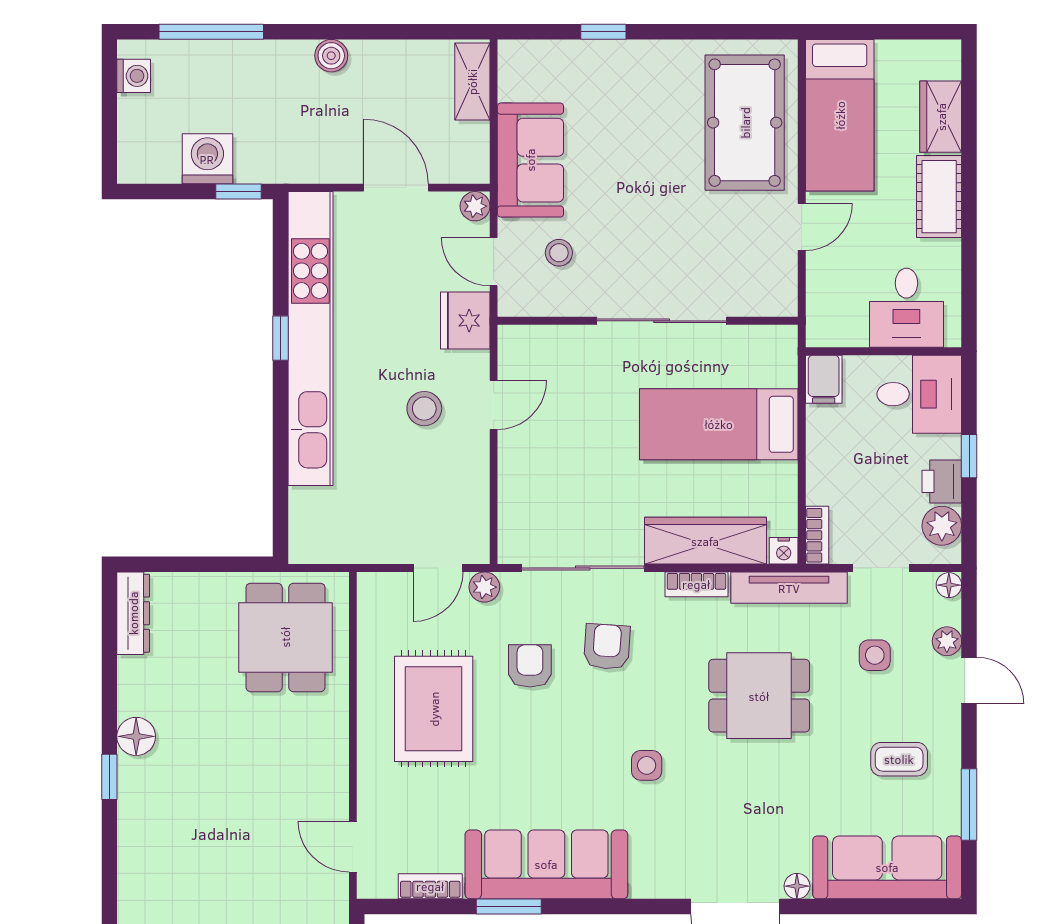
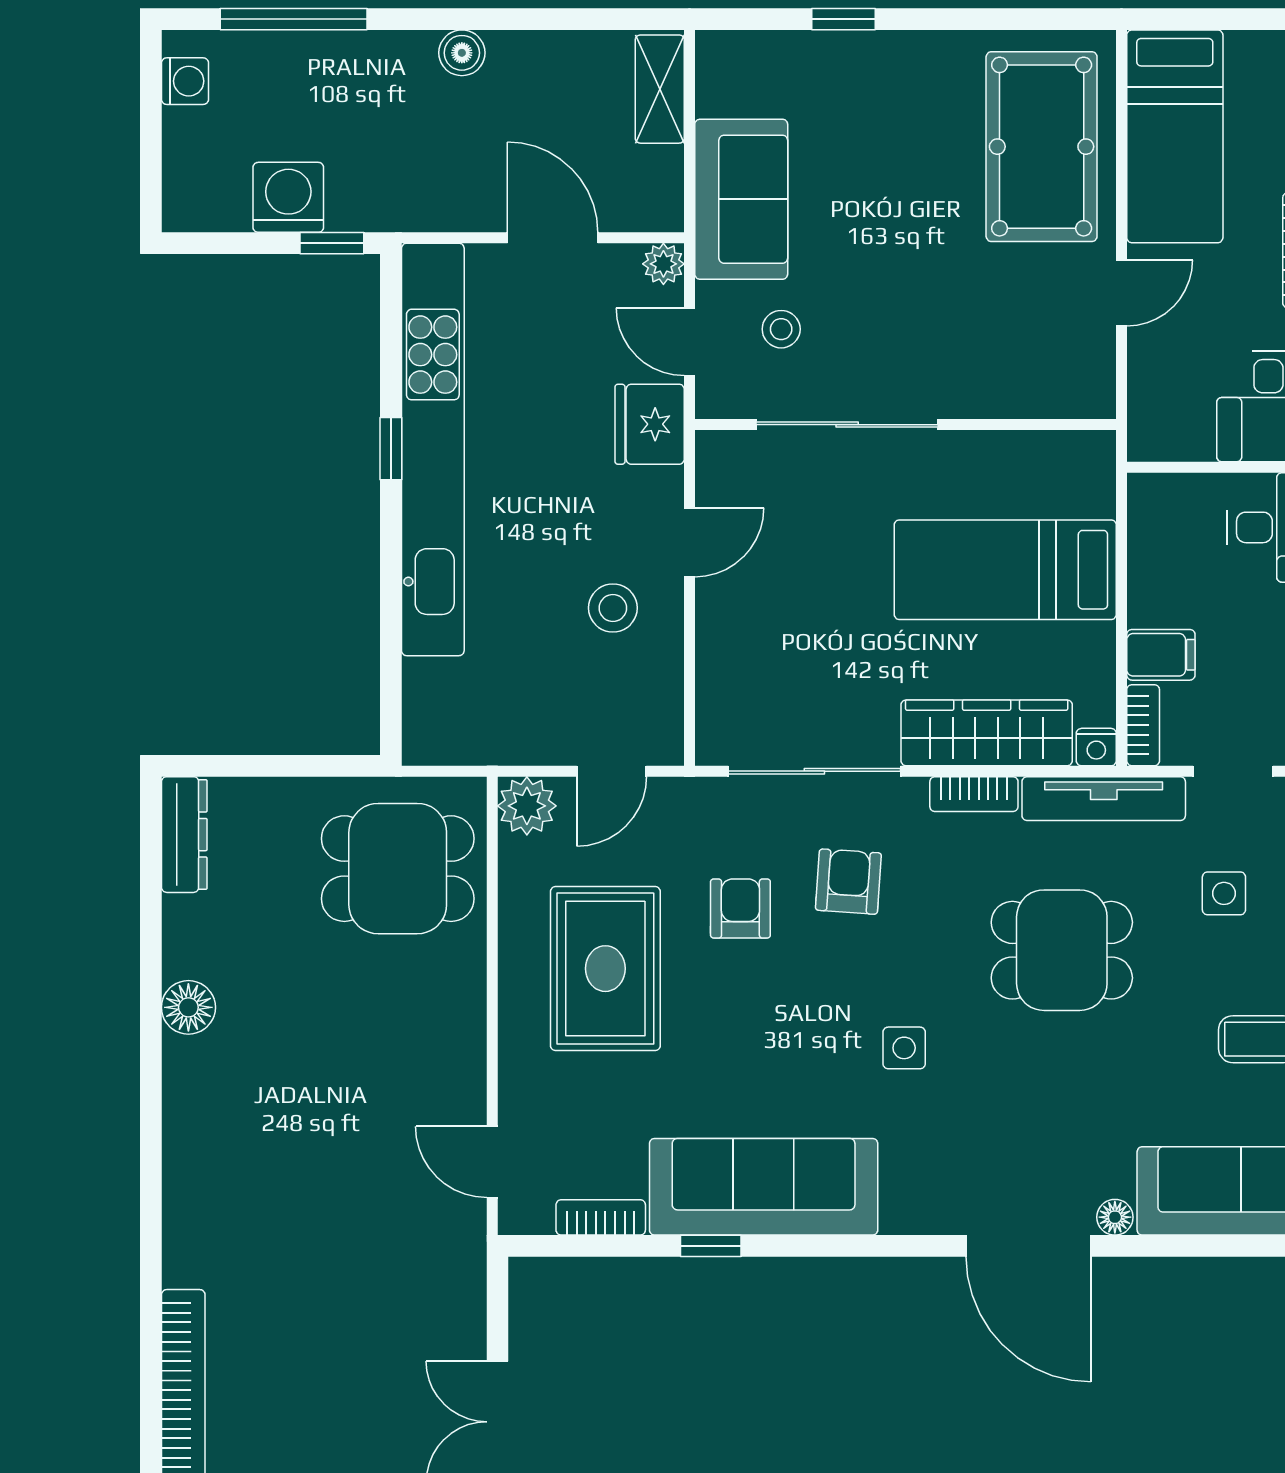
sliding door: (662, 321) -> (847, 425), moved
filing cabinet: (824, 379) -> (1161, 655), moved, turned -90
stool: (424, 409) -> (613, 608), moved
plant: (484, 587) -> (527, 806), moved, width x1.38, depth x1.38
dining table: (285, 637) -> (398, 869), turned 90
window: (109, 777) -> (151, 1064), removed
window: (509, 907) -> (711, 1246), width x0.67

